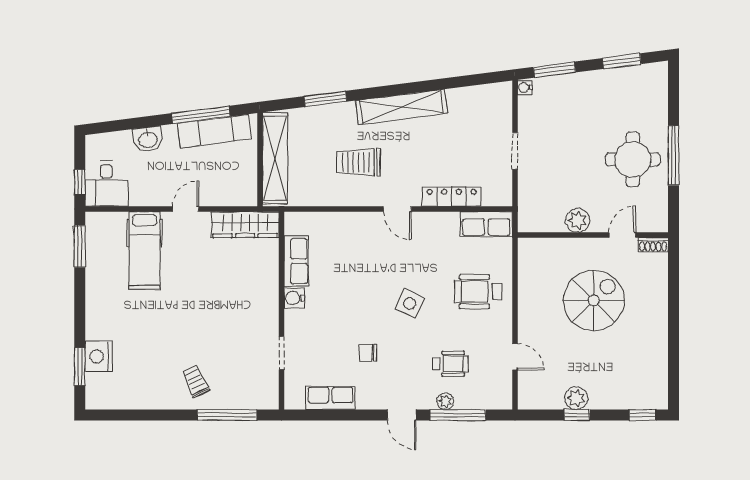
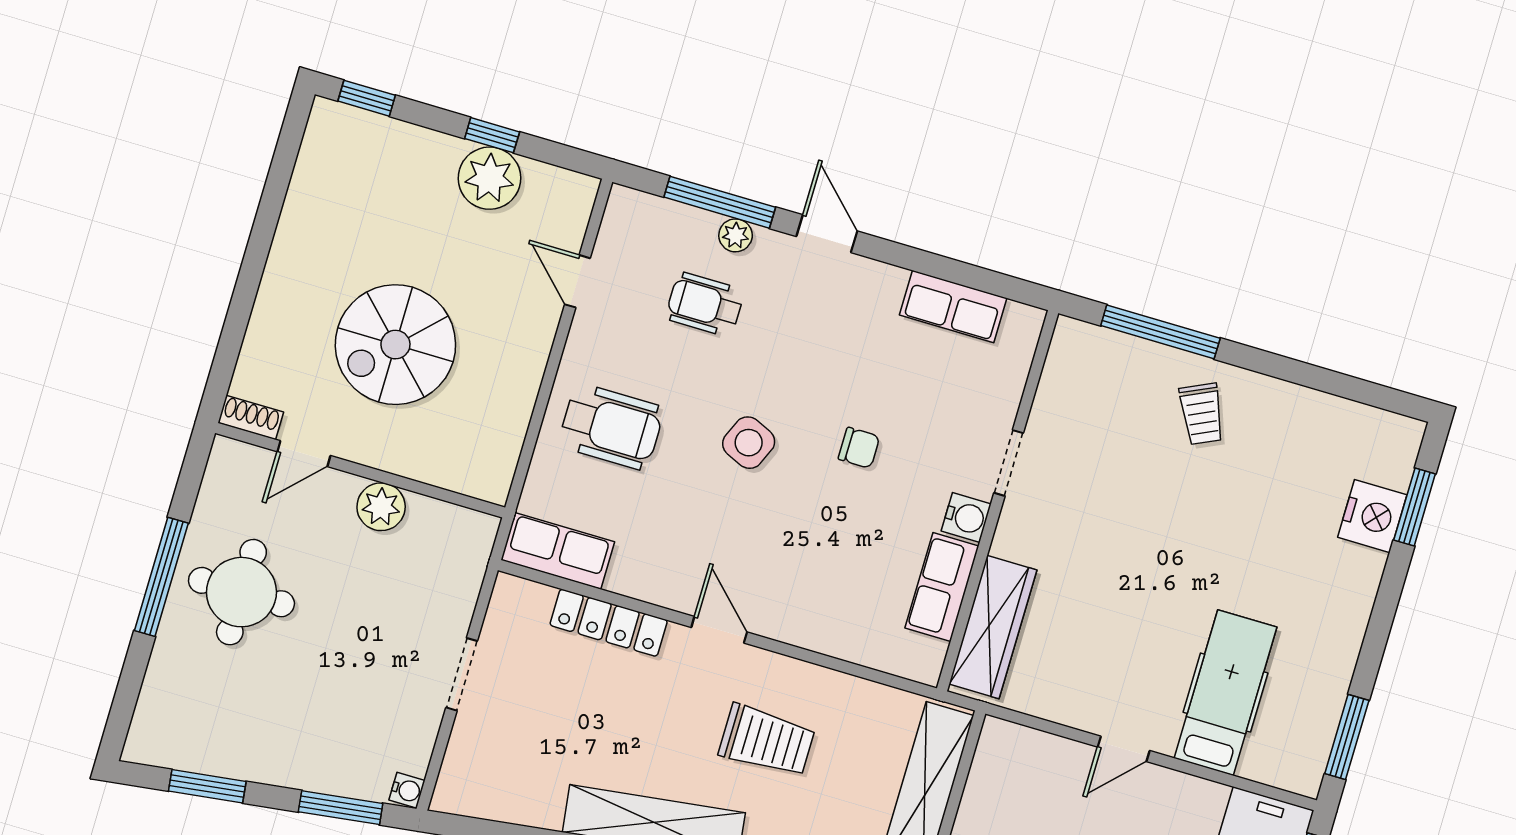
wardrobe: (245, 225) -> (993, 627), moved, turned 90
doorway: (282, 353) -> (1009, 463), moved
chair: (368, 353) -> (859, 448), moved
plant: (576, 398) -> (489, 178), width x1.36, depth x1.36

